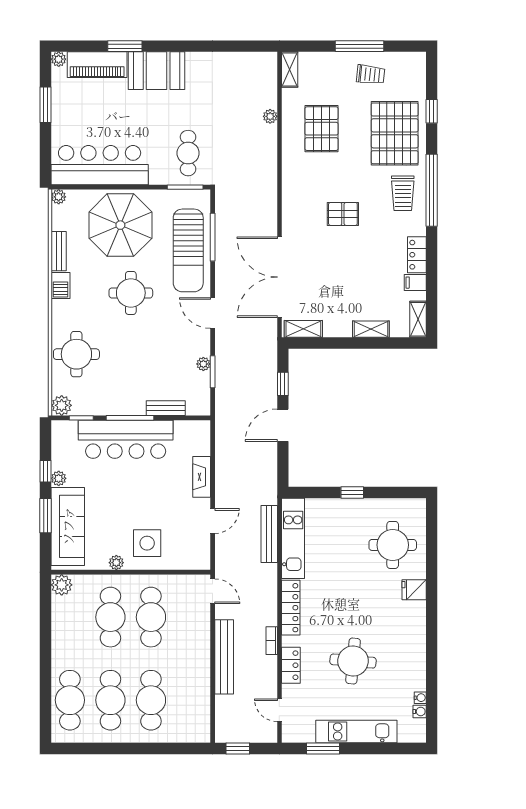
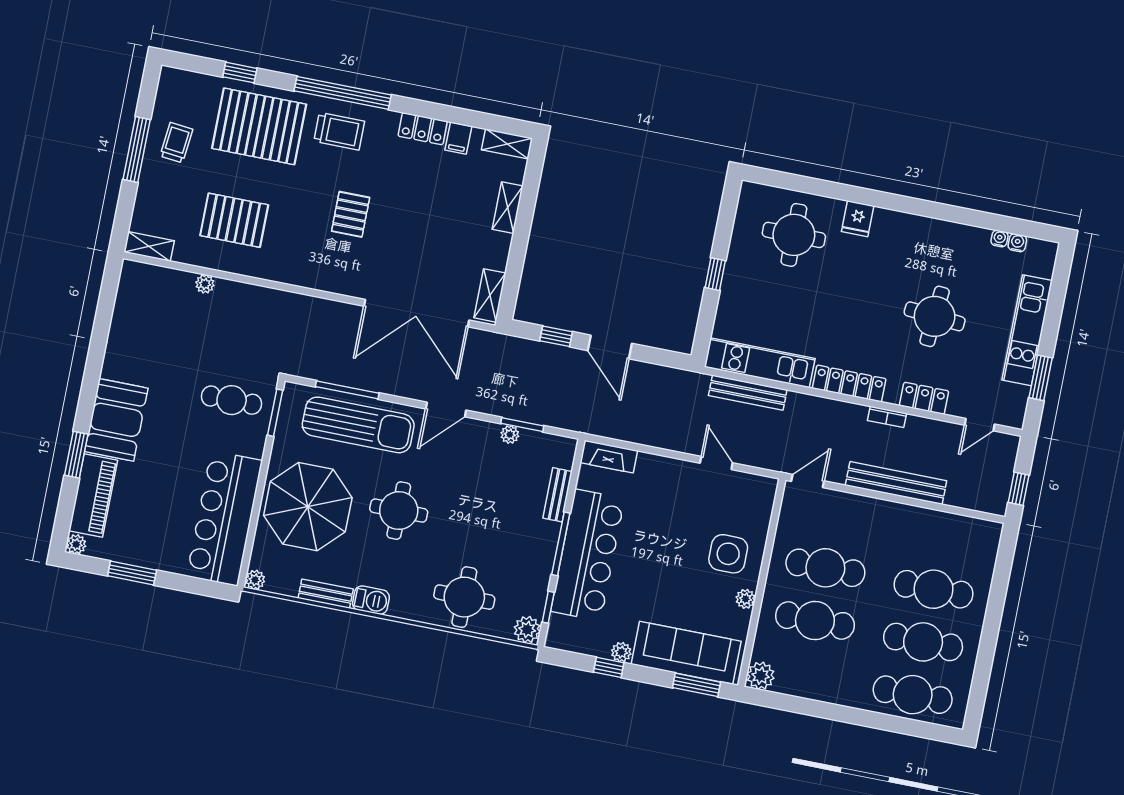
fireplace: (202, 477) -> (609, 457), moved
window: (46, 516) -> (697, 685), moved

